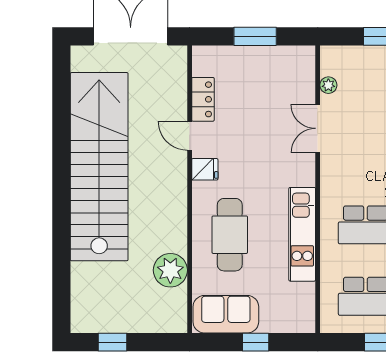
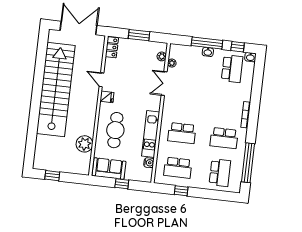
plant: (306, 74) -> (162, 56), added
locker: (203, 99) -> (112, 47), moved
water cooler: (306, 293) -> (149, 163), added

